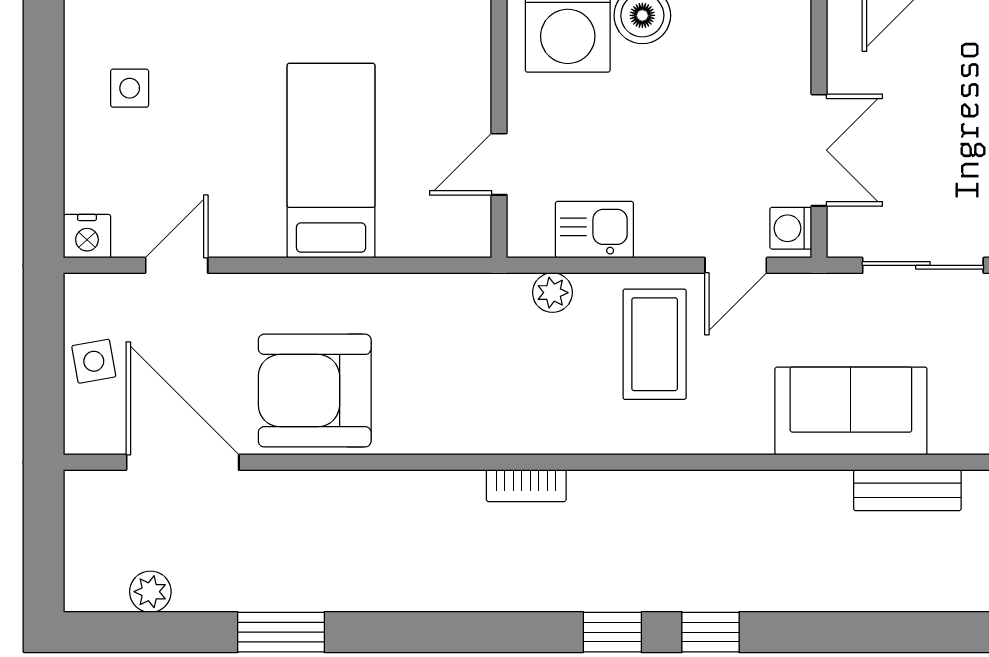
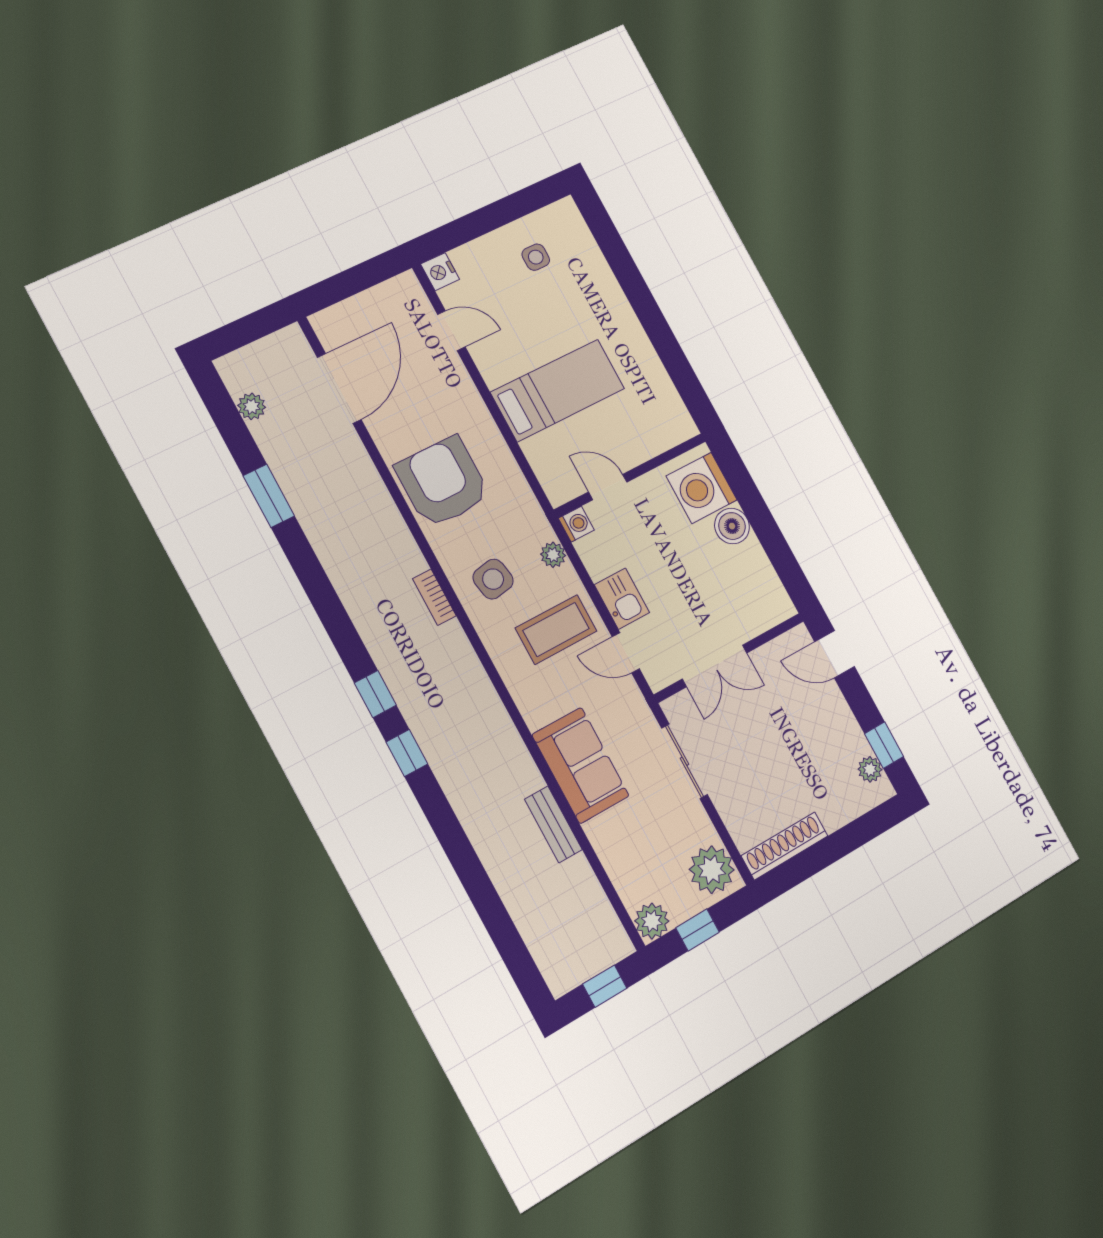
washing machine: (791, 228) -> (576, 524), moved, turned 90
kitchen sink: (594, 230) -> (622, 599), moved
side table: (94, 361) -> (493, 579), moved, width x1.37, depth x1.37
armchair: (315, 391) -> (443, 482), moved

